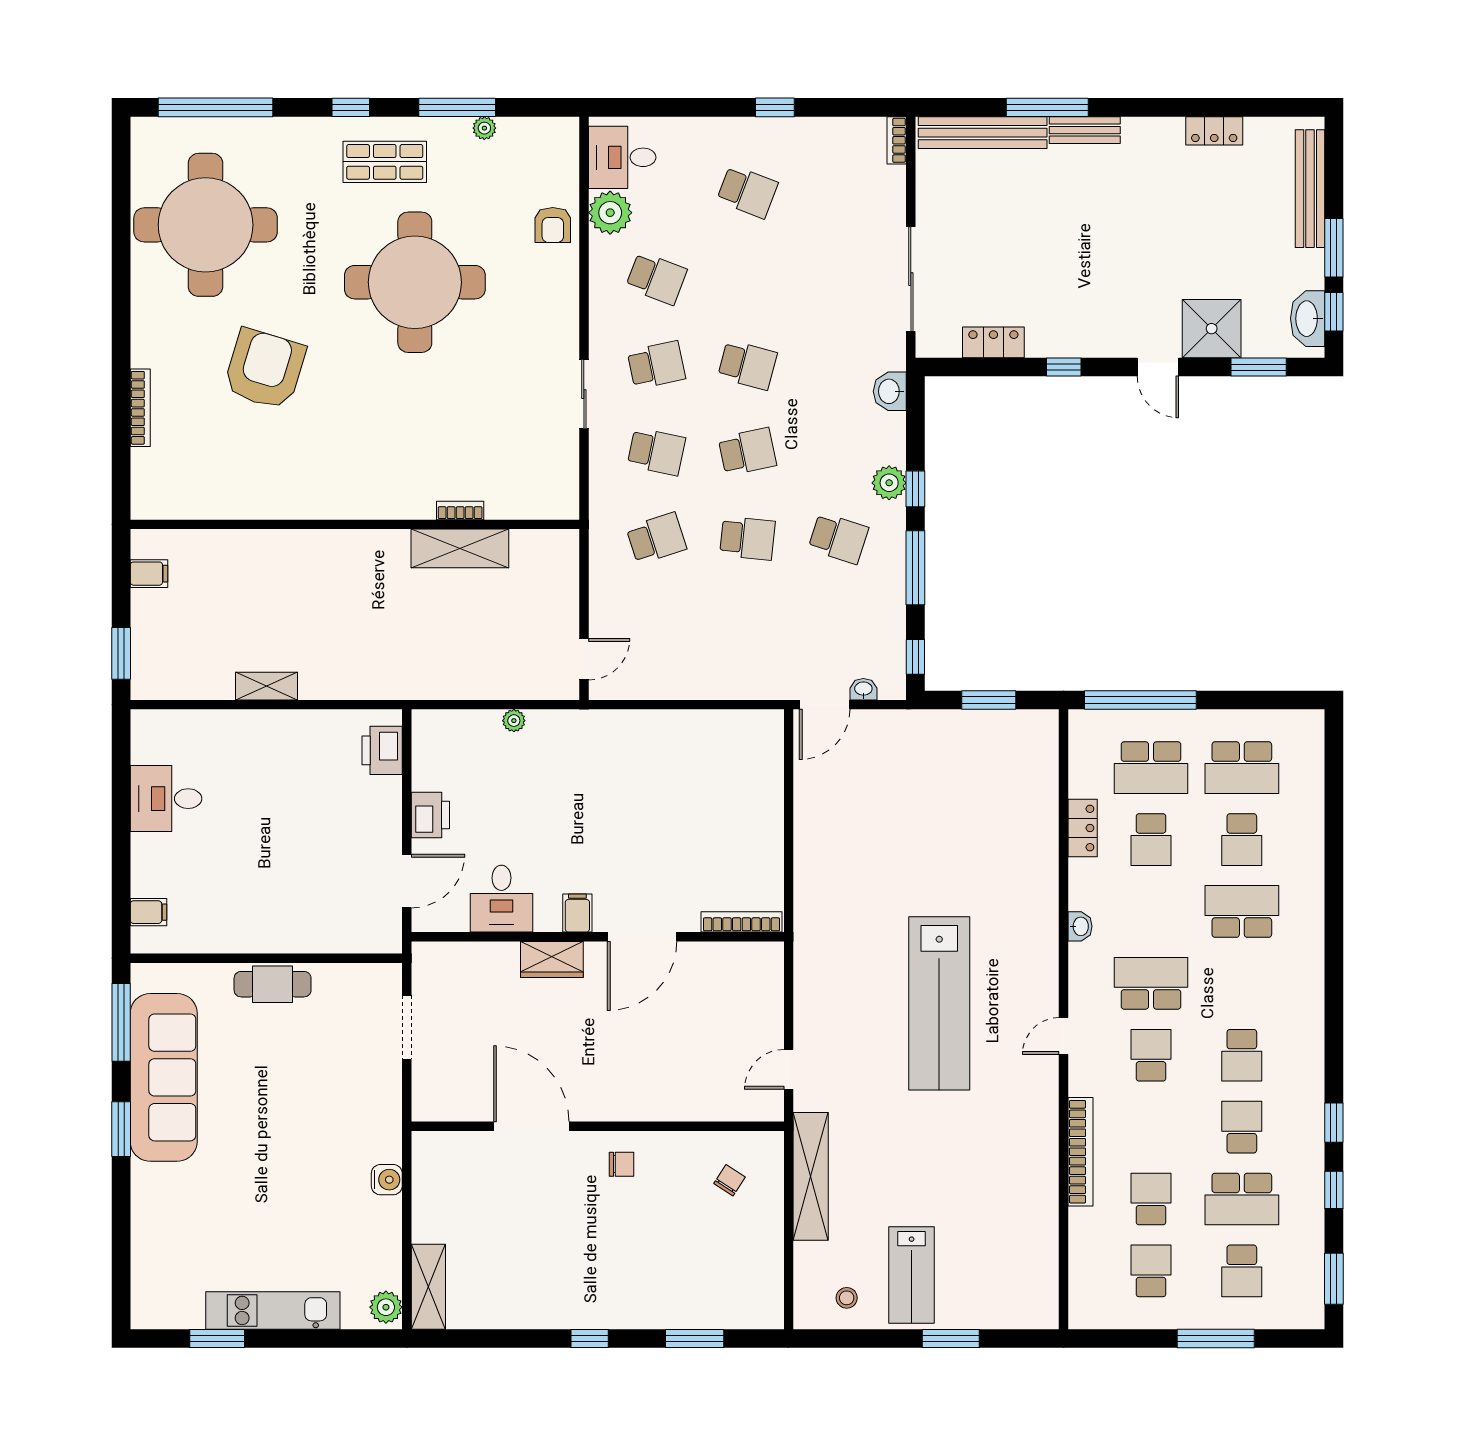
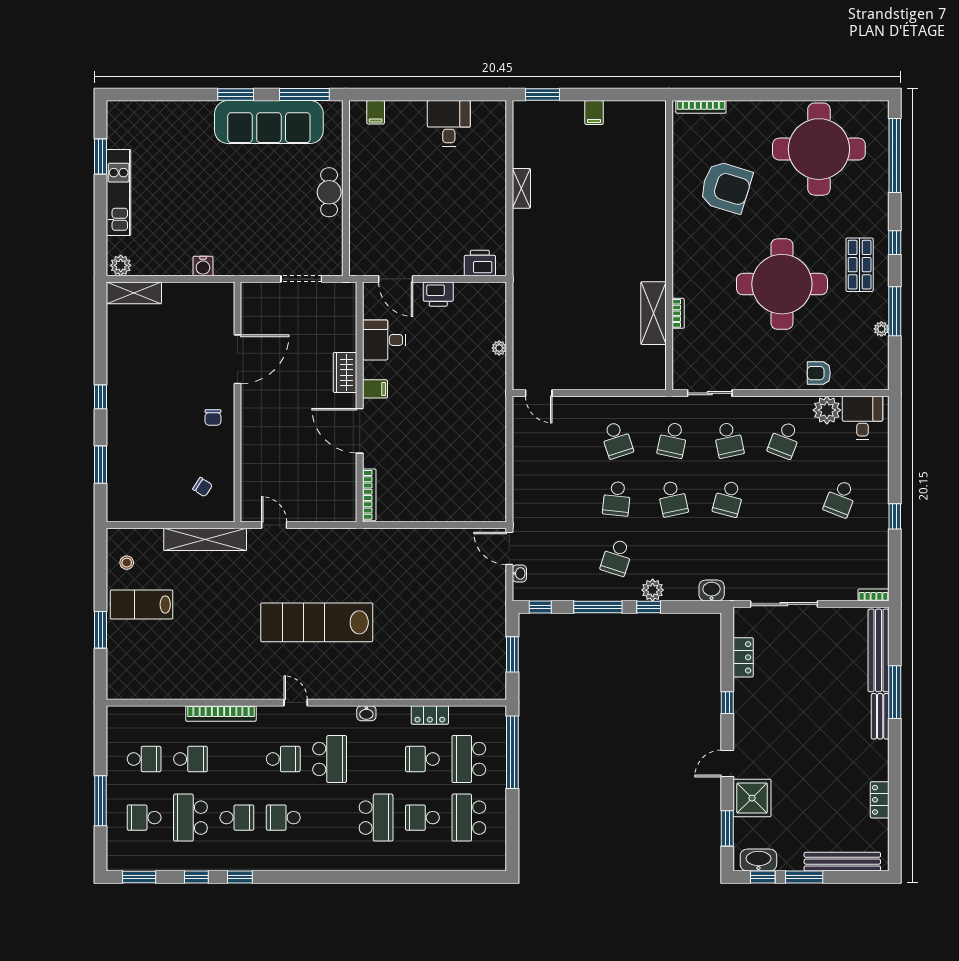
bookcase: (460, 510) -> (678, 313), moved
wall: (355, 524) -> (669, 245), moved
shelving: (460, 548) -> (654, 313), moved

